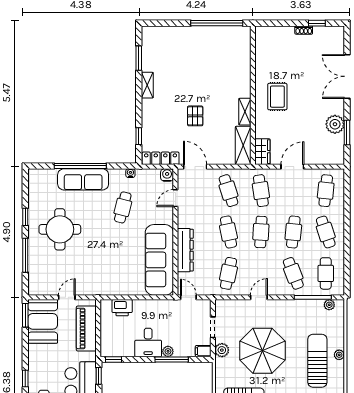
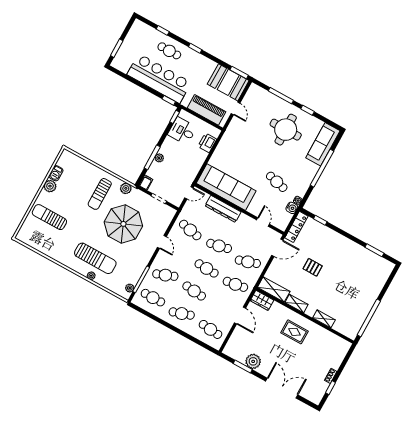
shelving: (147, 85) -> (324, 319), moved
water cooler: (167, 175) -> (292, 208), moved
sofa: (83, 179) -> (323, 144), moved
desk: (148, 342) -> (182, 131), moved
plant: (222, 350) -> (126, 188), moved

